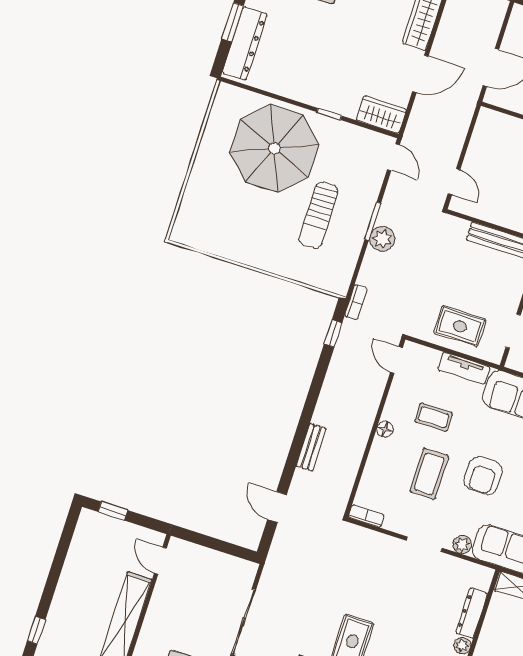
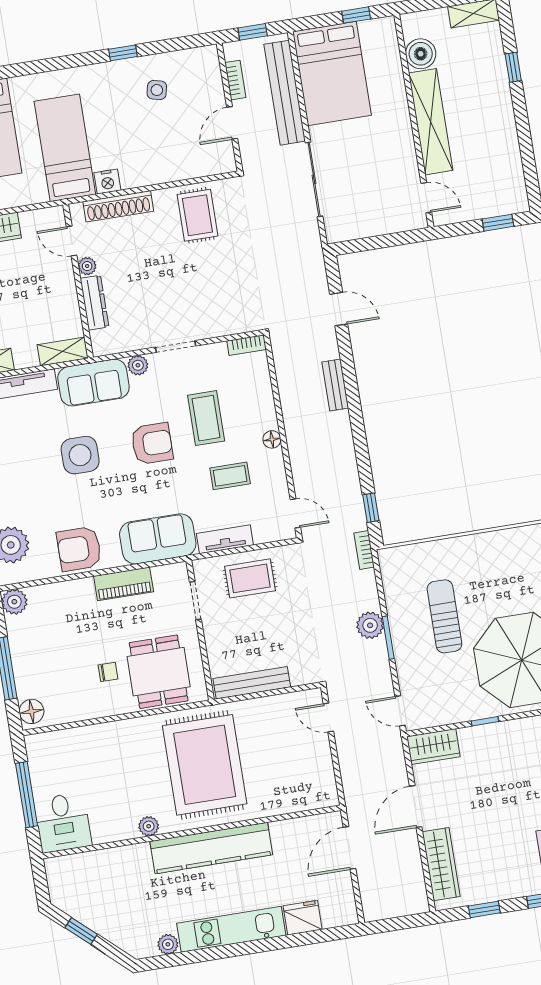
armchair: (483, 476) -> (152, 444), turned 90

